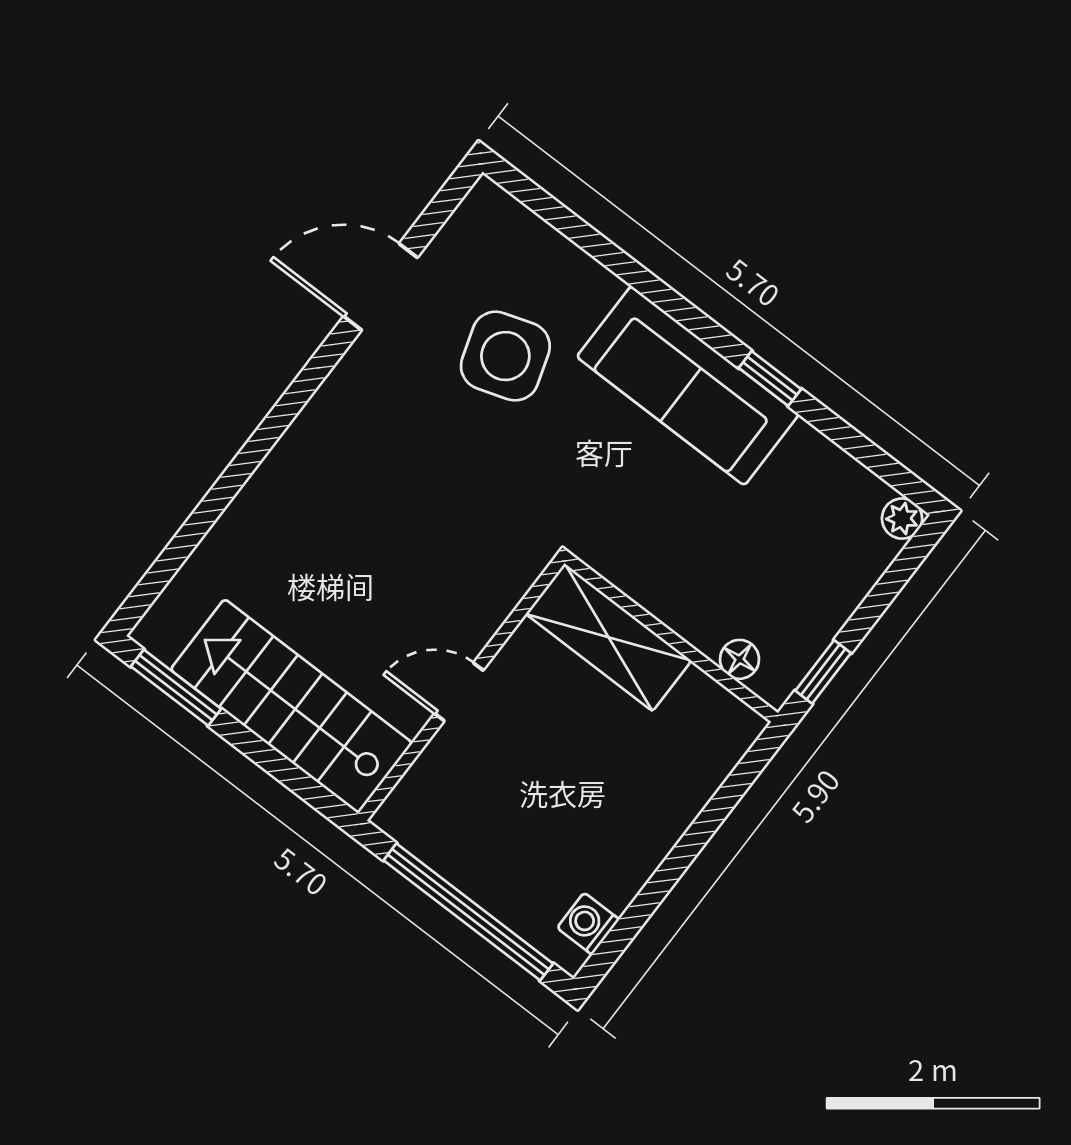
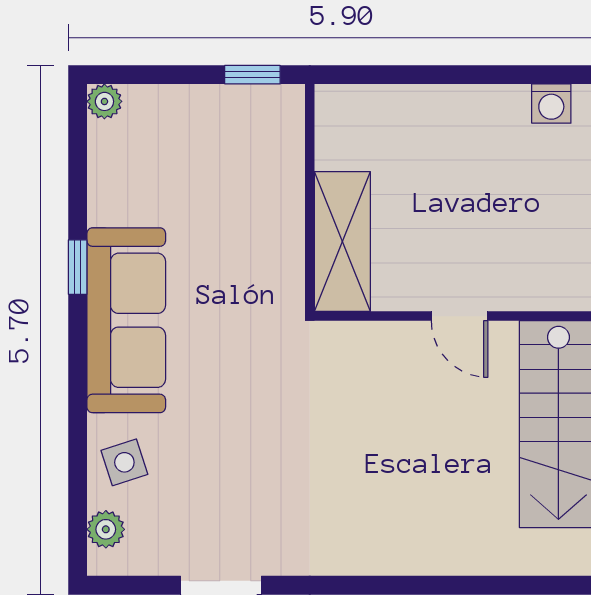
plant: (512, 221) -> (106, 529), added
side table: (505, 356) -> (124, 462), moved, width x0.54, depth x0.54
floor lamp: (739, 659) -> (288, 139), removed

